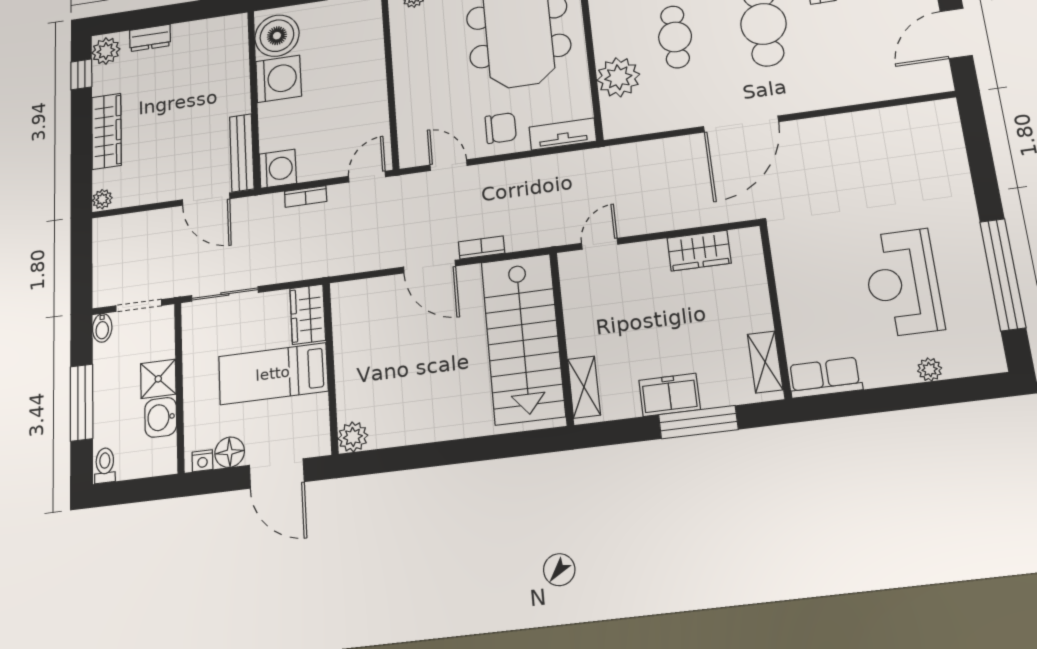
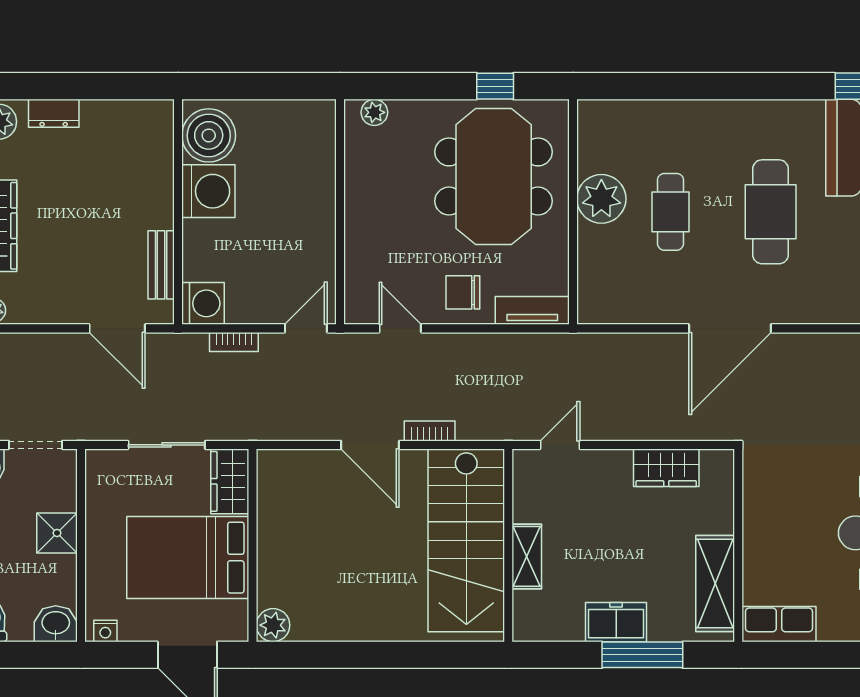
plant: (618, 77) -> (601, 199), moved
chair: (501, 128) -> (463, 292), turned 180
bench: (242, 153) -> (161, 265), width x0.73
sliding door: (225, 294) -> (167, 445), moved
shelving: (765, 362) -> (715, 584), width x1.50, depth x1.33
bed: (273, 374) -> (188, 558), width x1.50
shelving: (584, 387) -> (527, 556), moved
washbasin: (161, 417) -> (56, 624), moved, turned 90
floor lamp: (230, 452) -> (136, 625), removed

